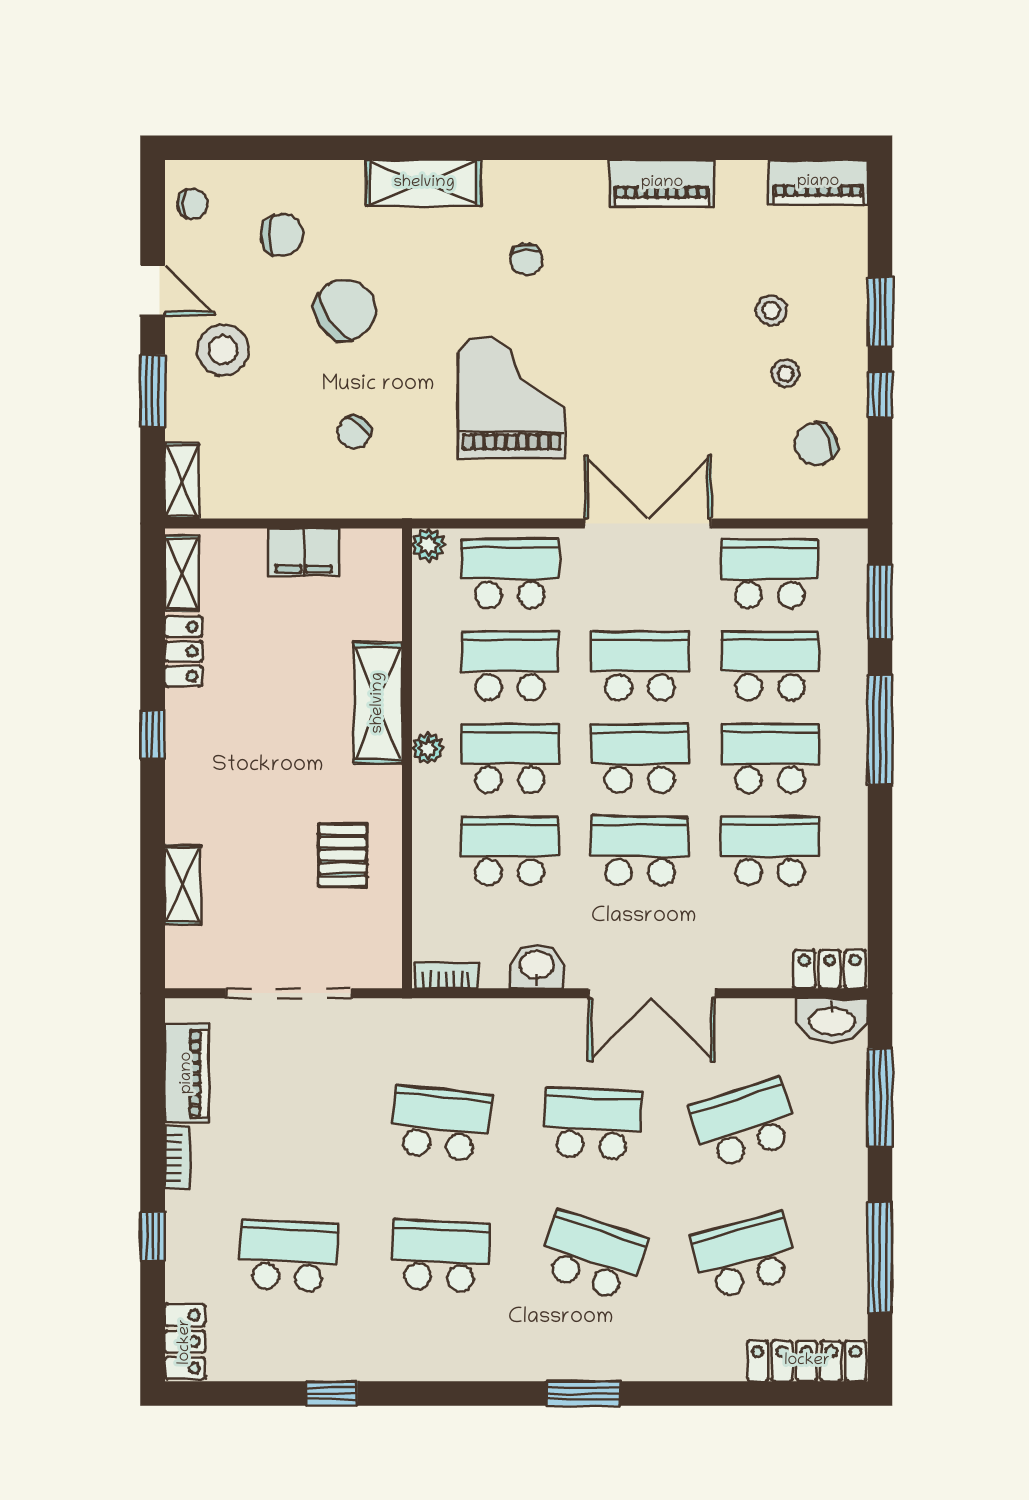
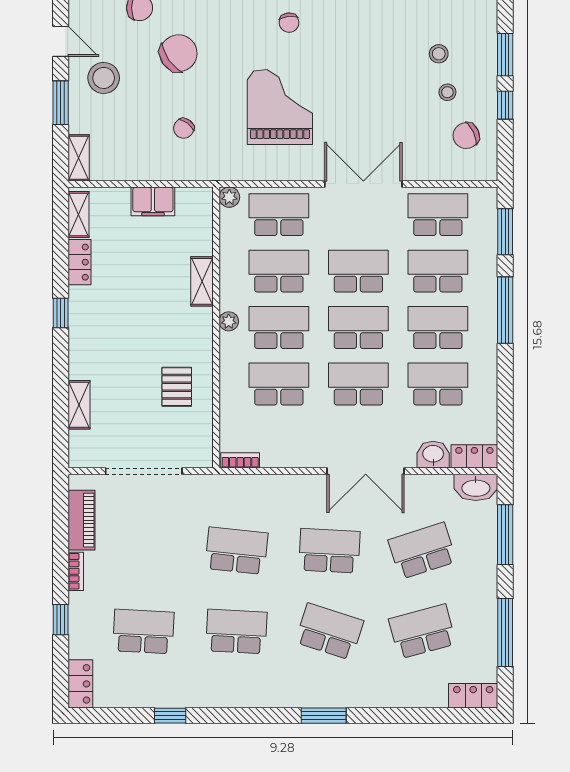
shelving: (378, 703) -> (202, 281), width x0.67, depth x0.75
washbasin: (537, 966) -> (433, 455), moved
locker: (807, 1361) -> (473, 696), width x0.66

